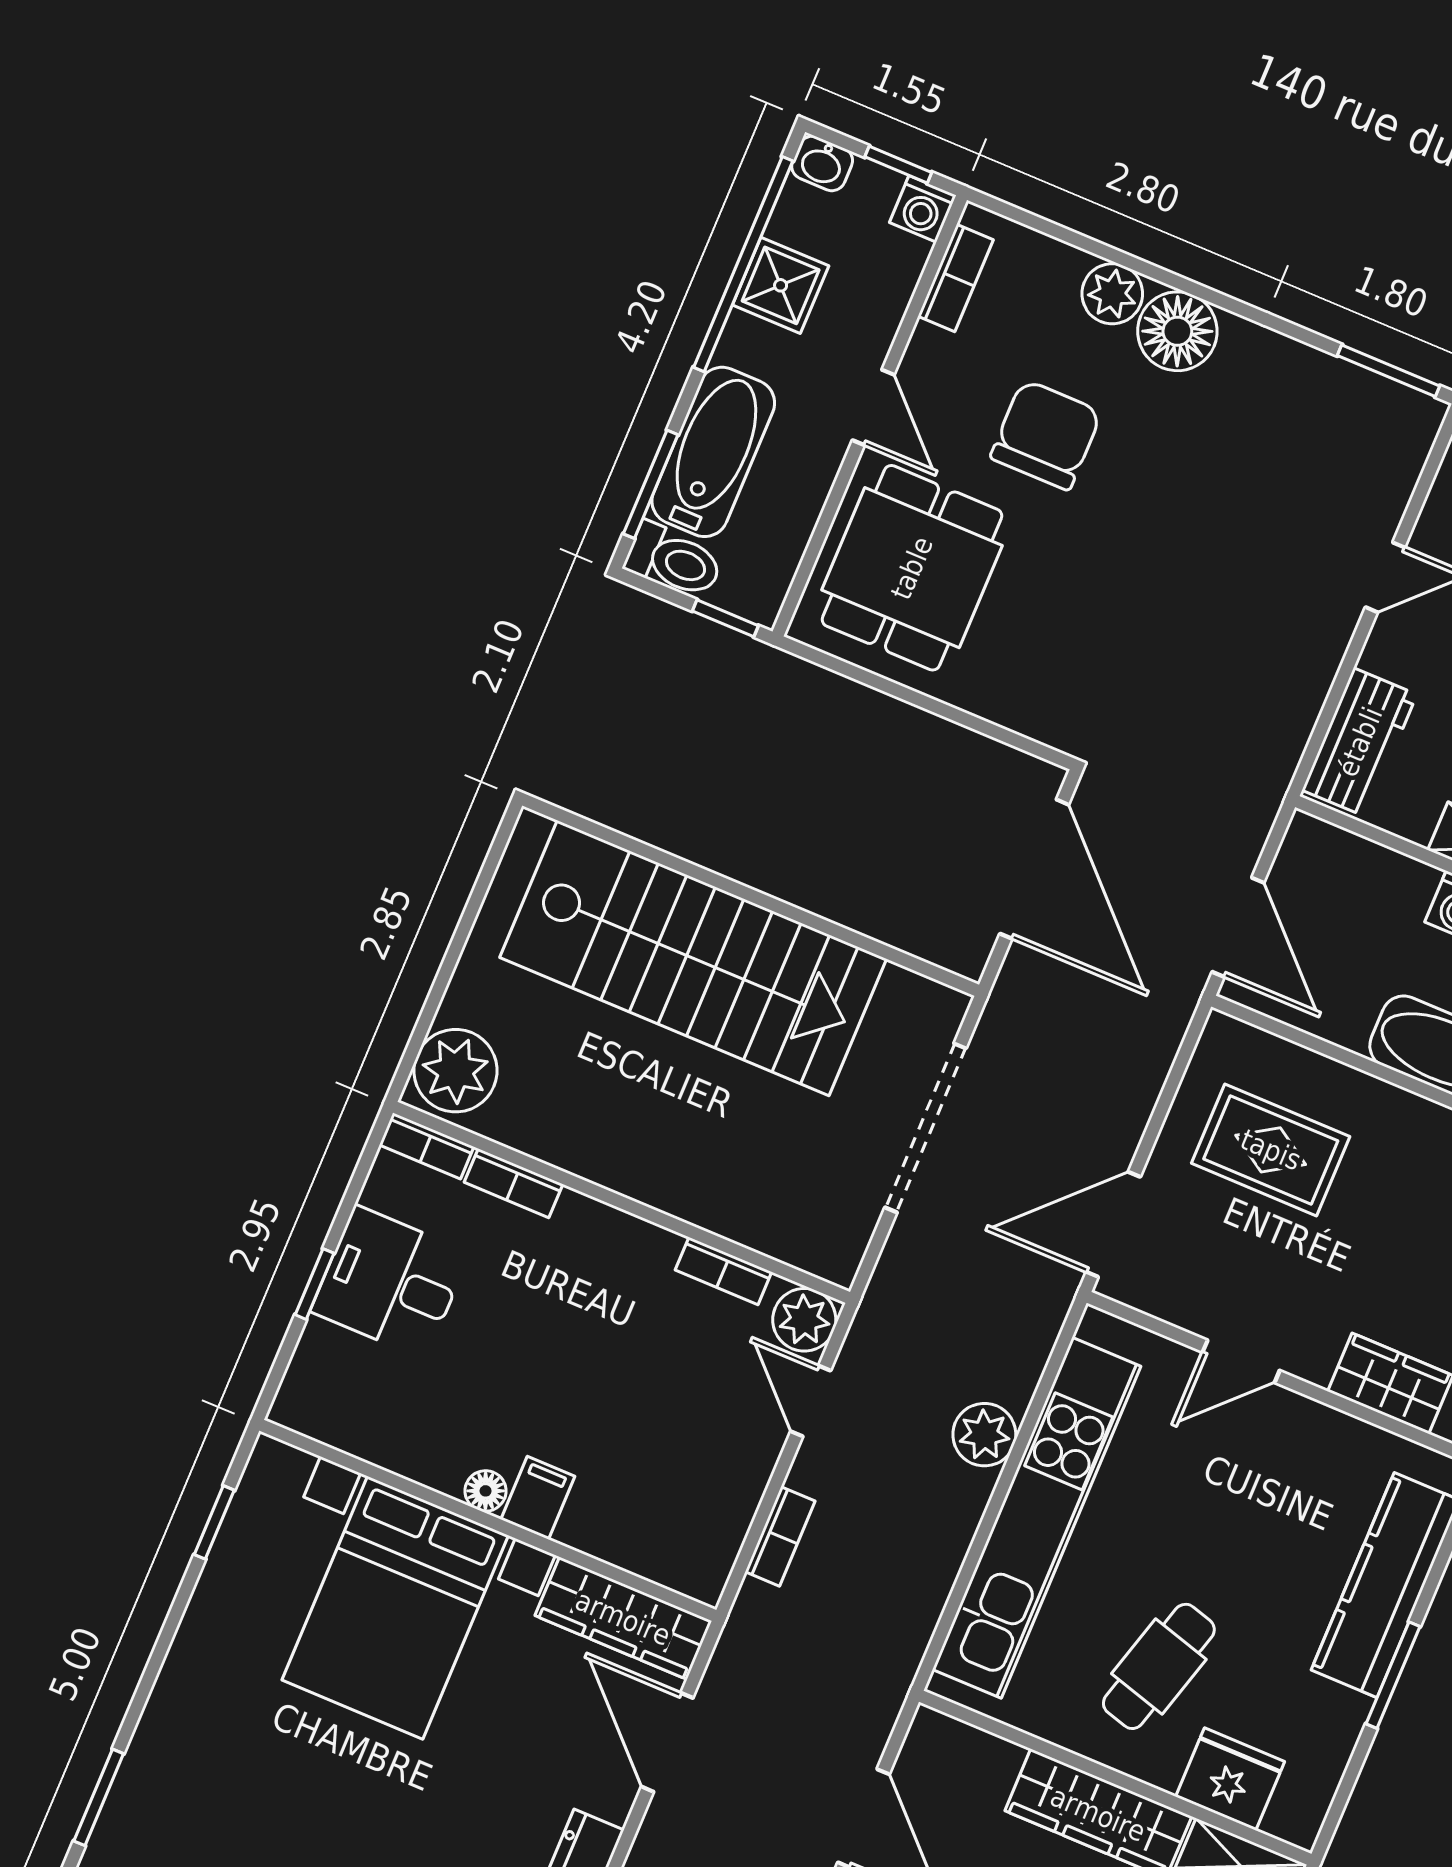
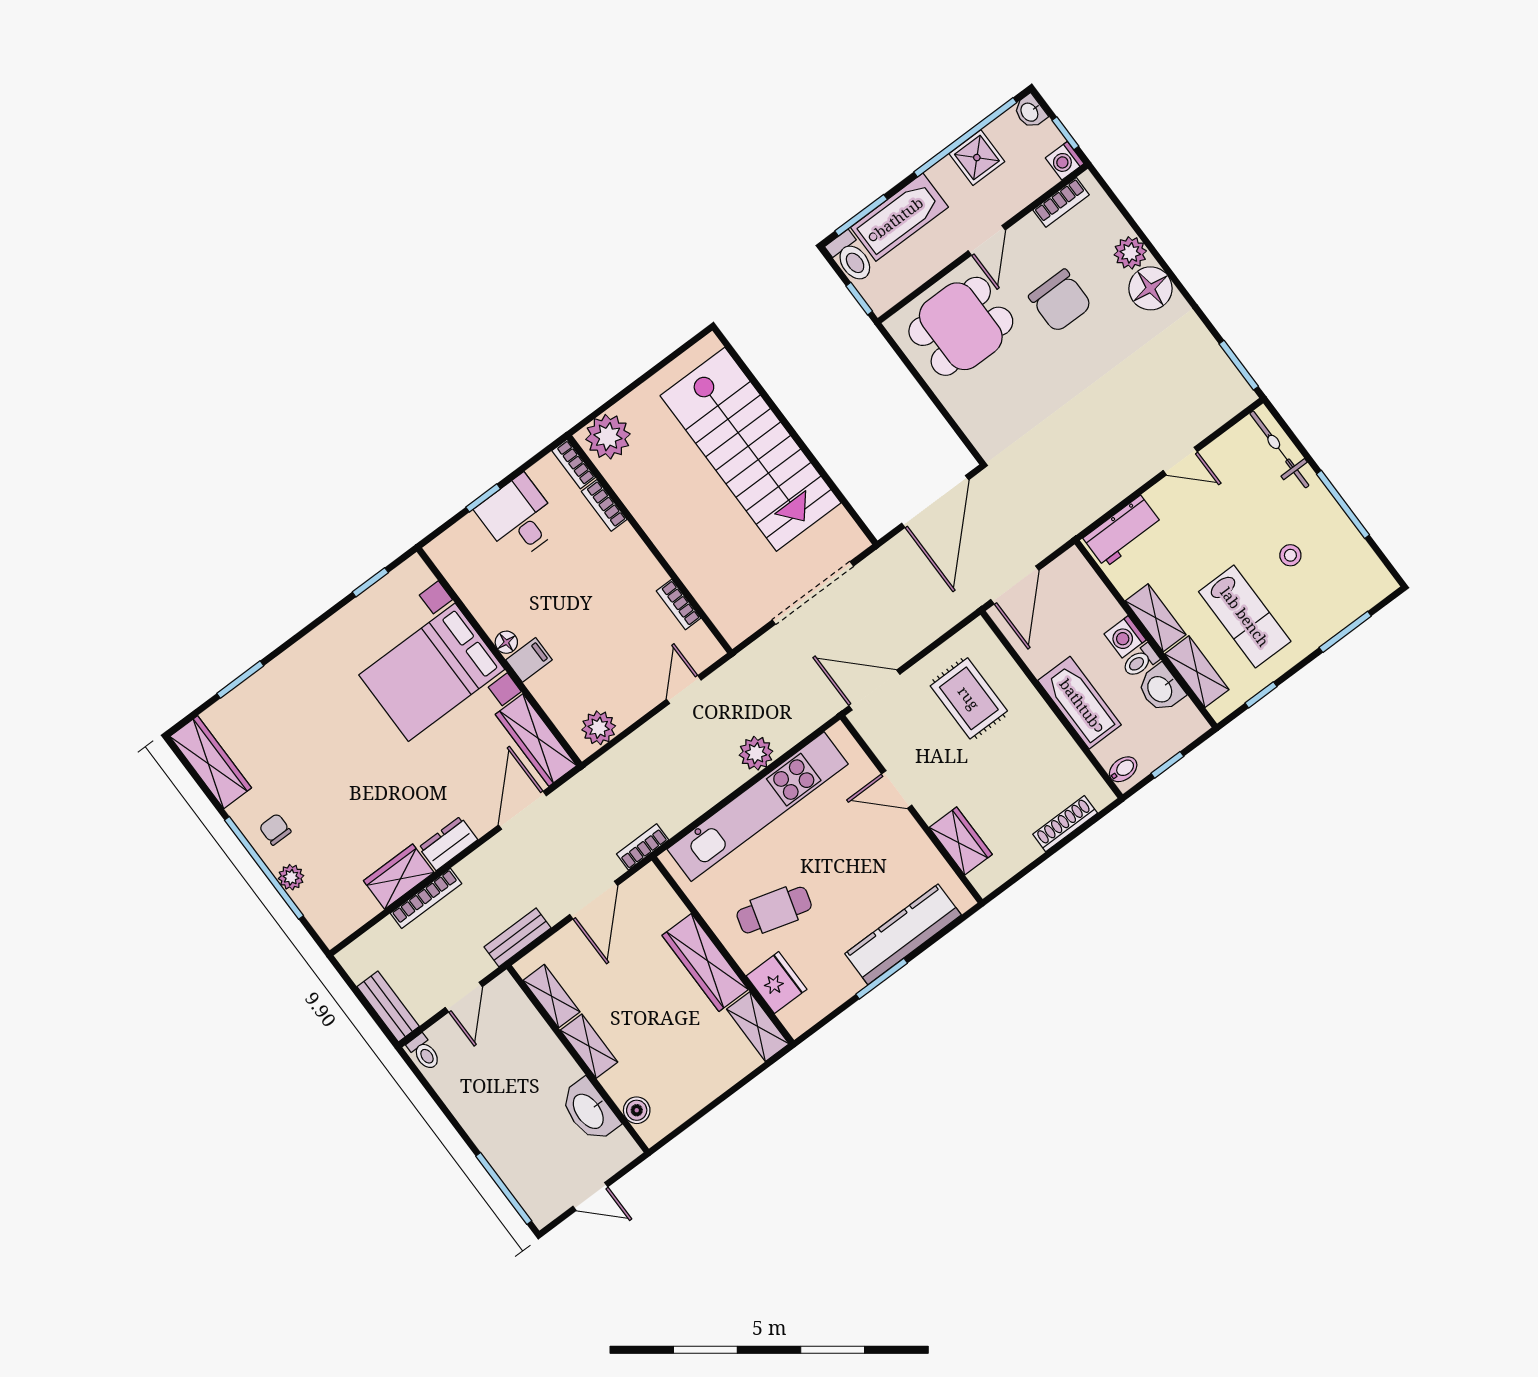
chair: (1046, 435) -> (1060, 301), turned 90
plant: (804, 1320) -> (599, 728), moved
bookcase: (780, 1536) -> (643, 847), moved, turned 180

